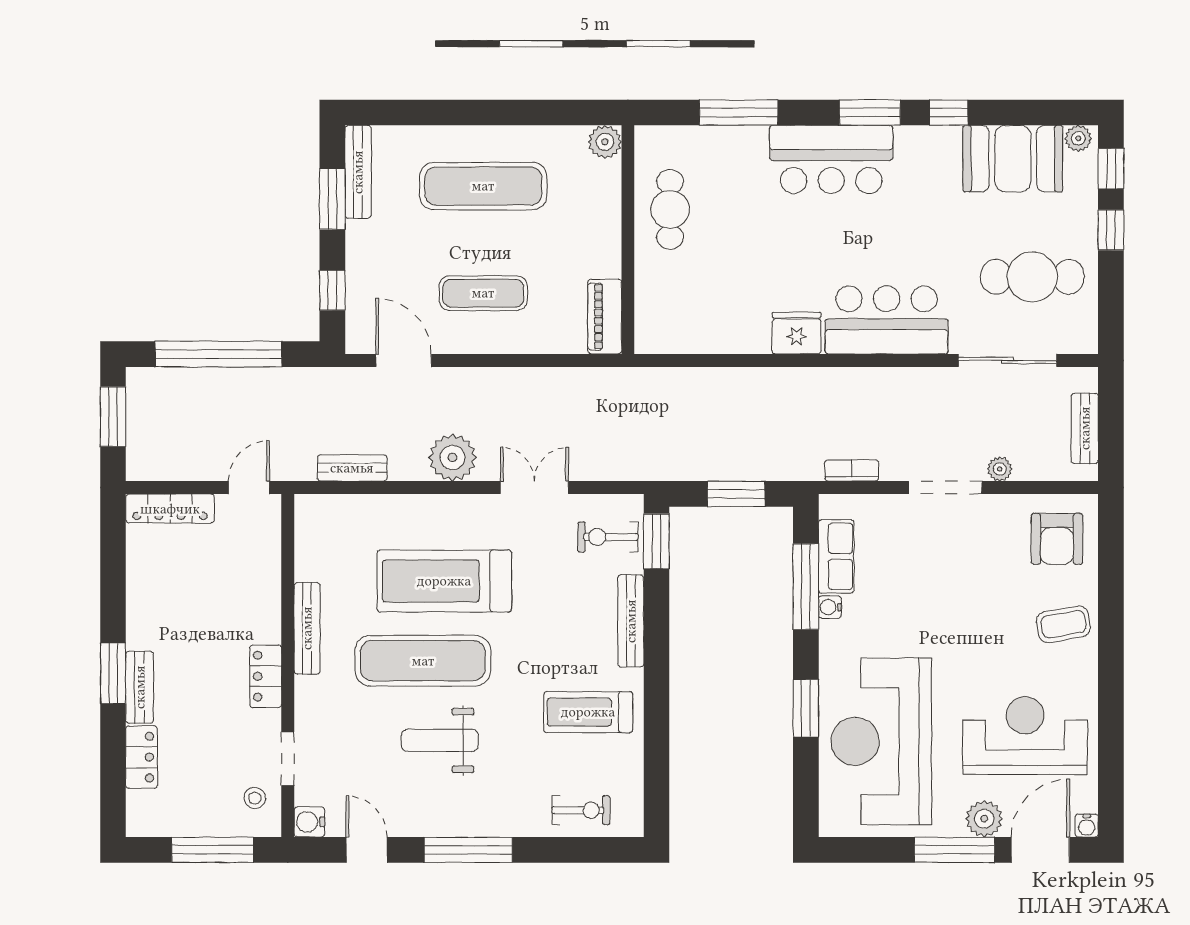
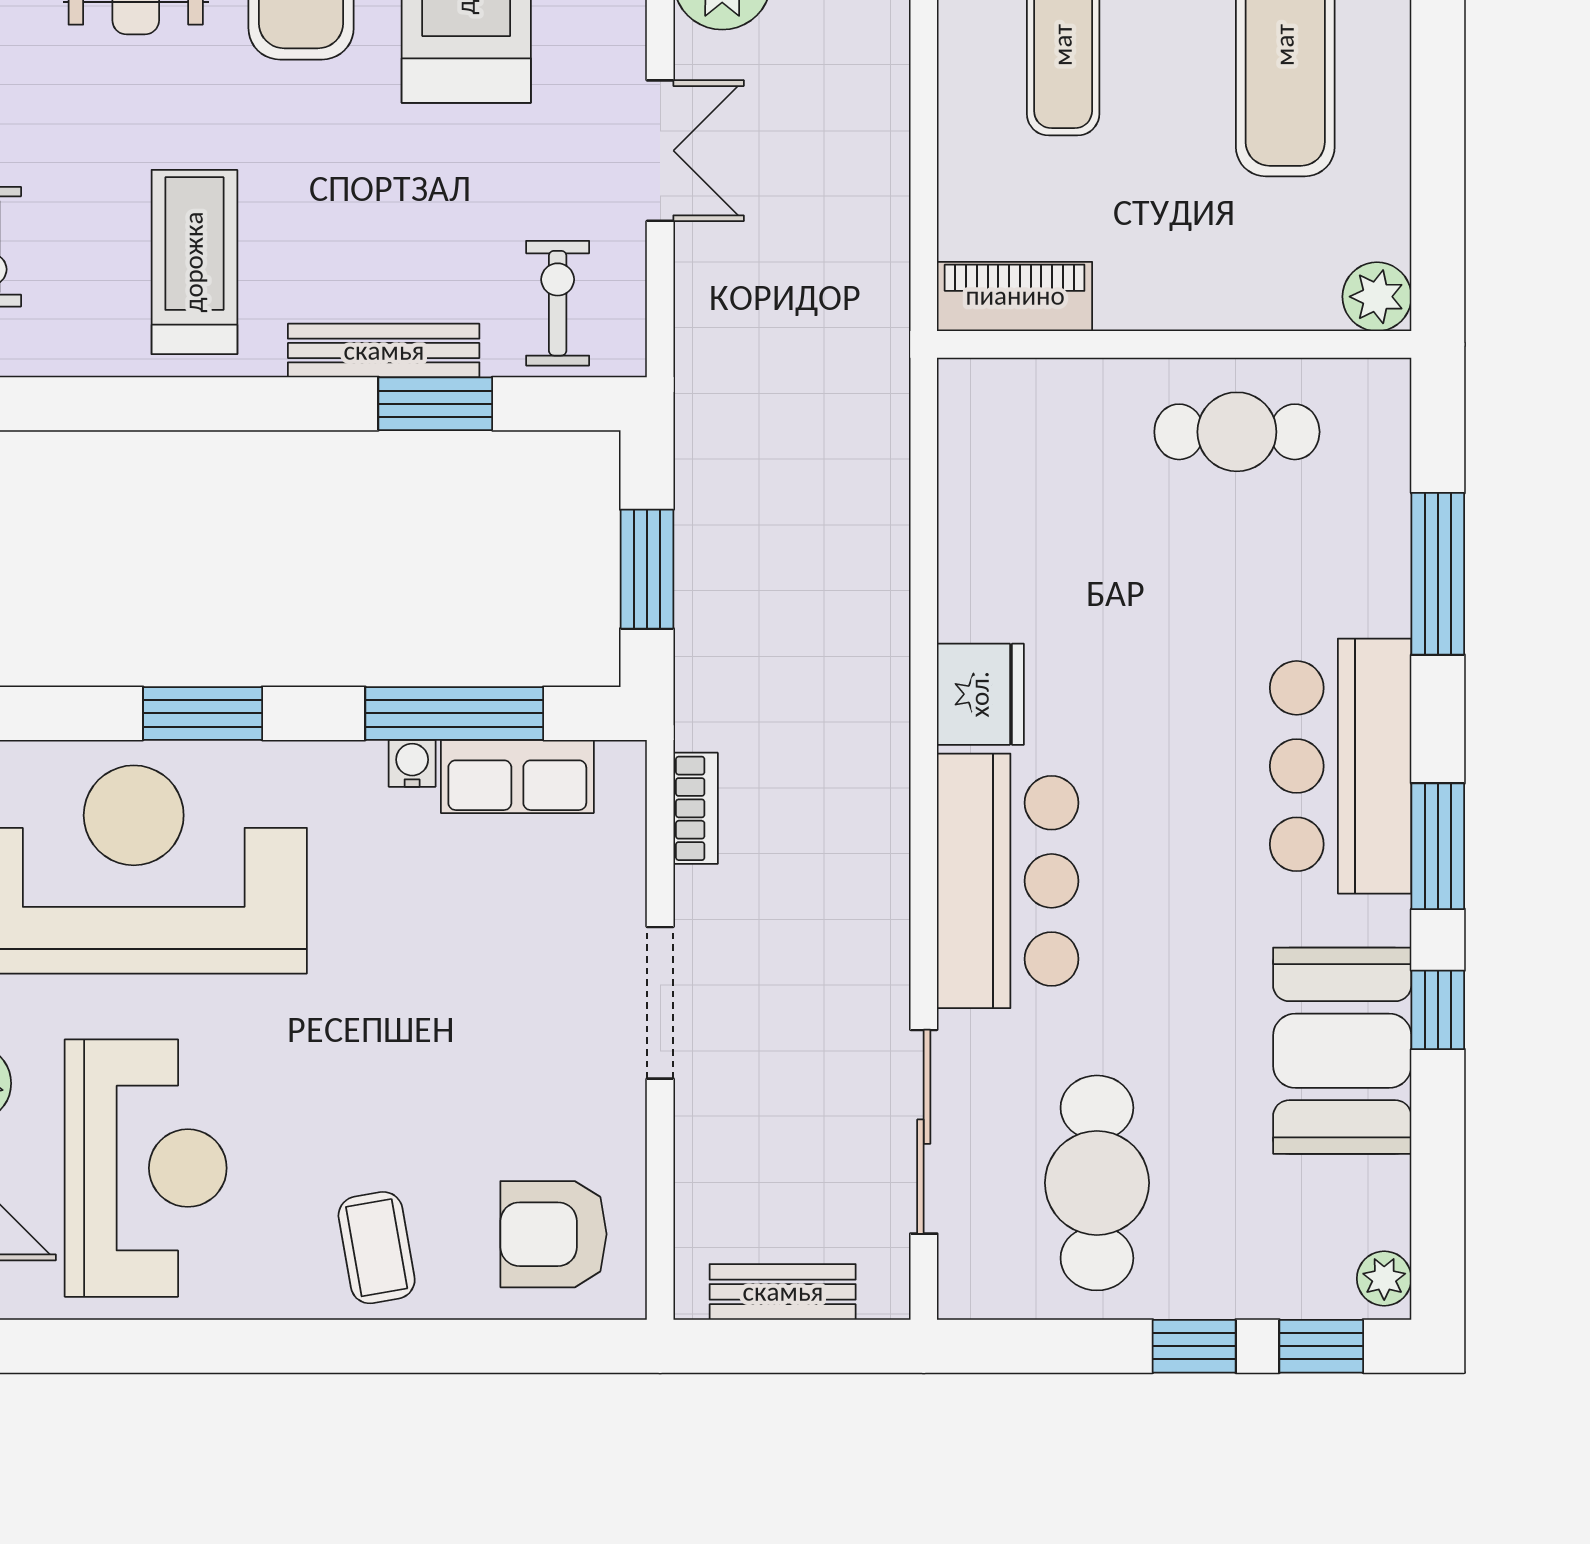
booth: (1013, 159) -> (1342, 1051), moved
plant: (1000, 469) -> (699, 1115), removed
window: (656, 541) -> (435, 404), moved

